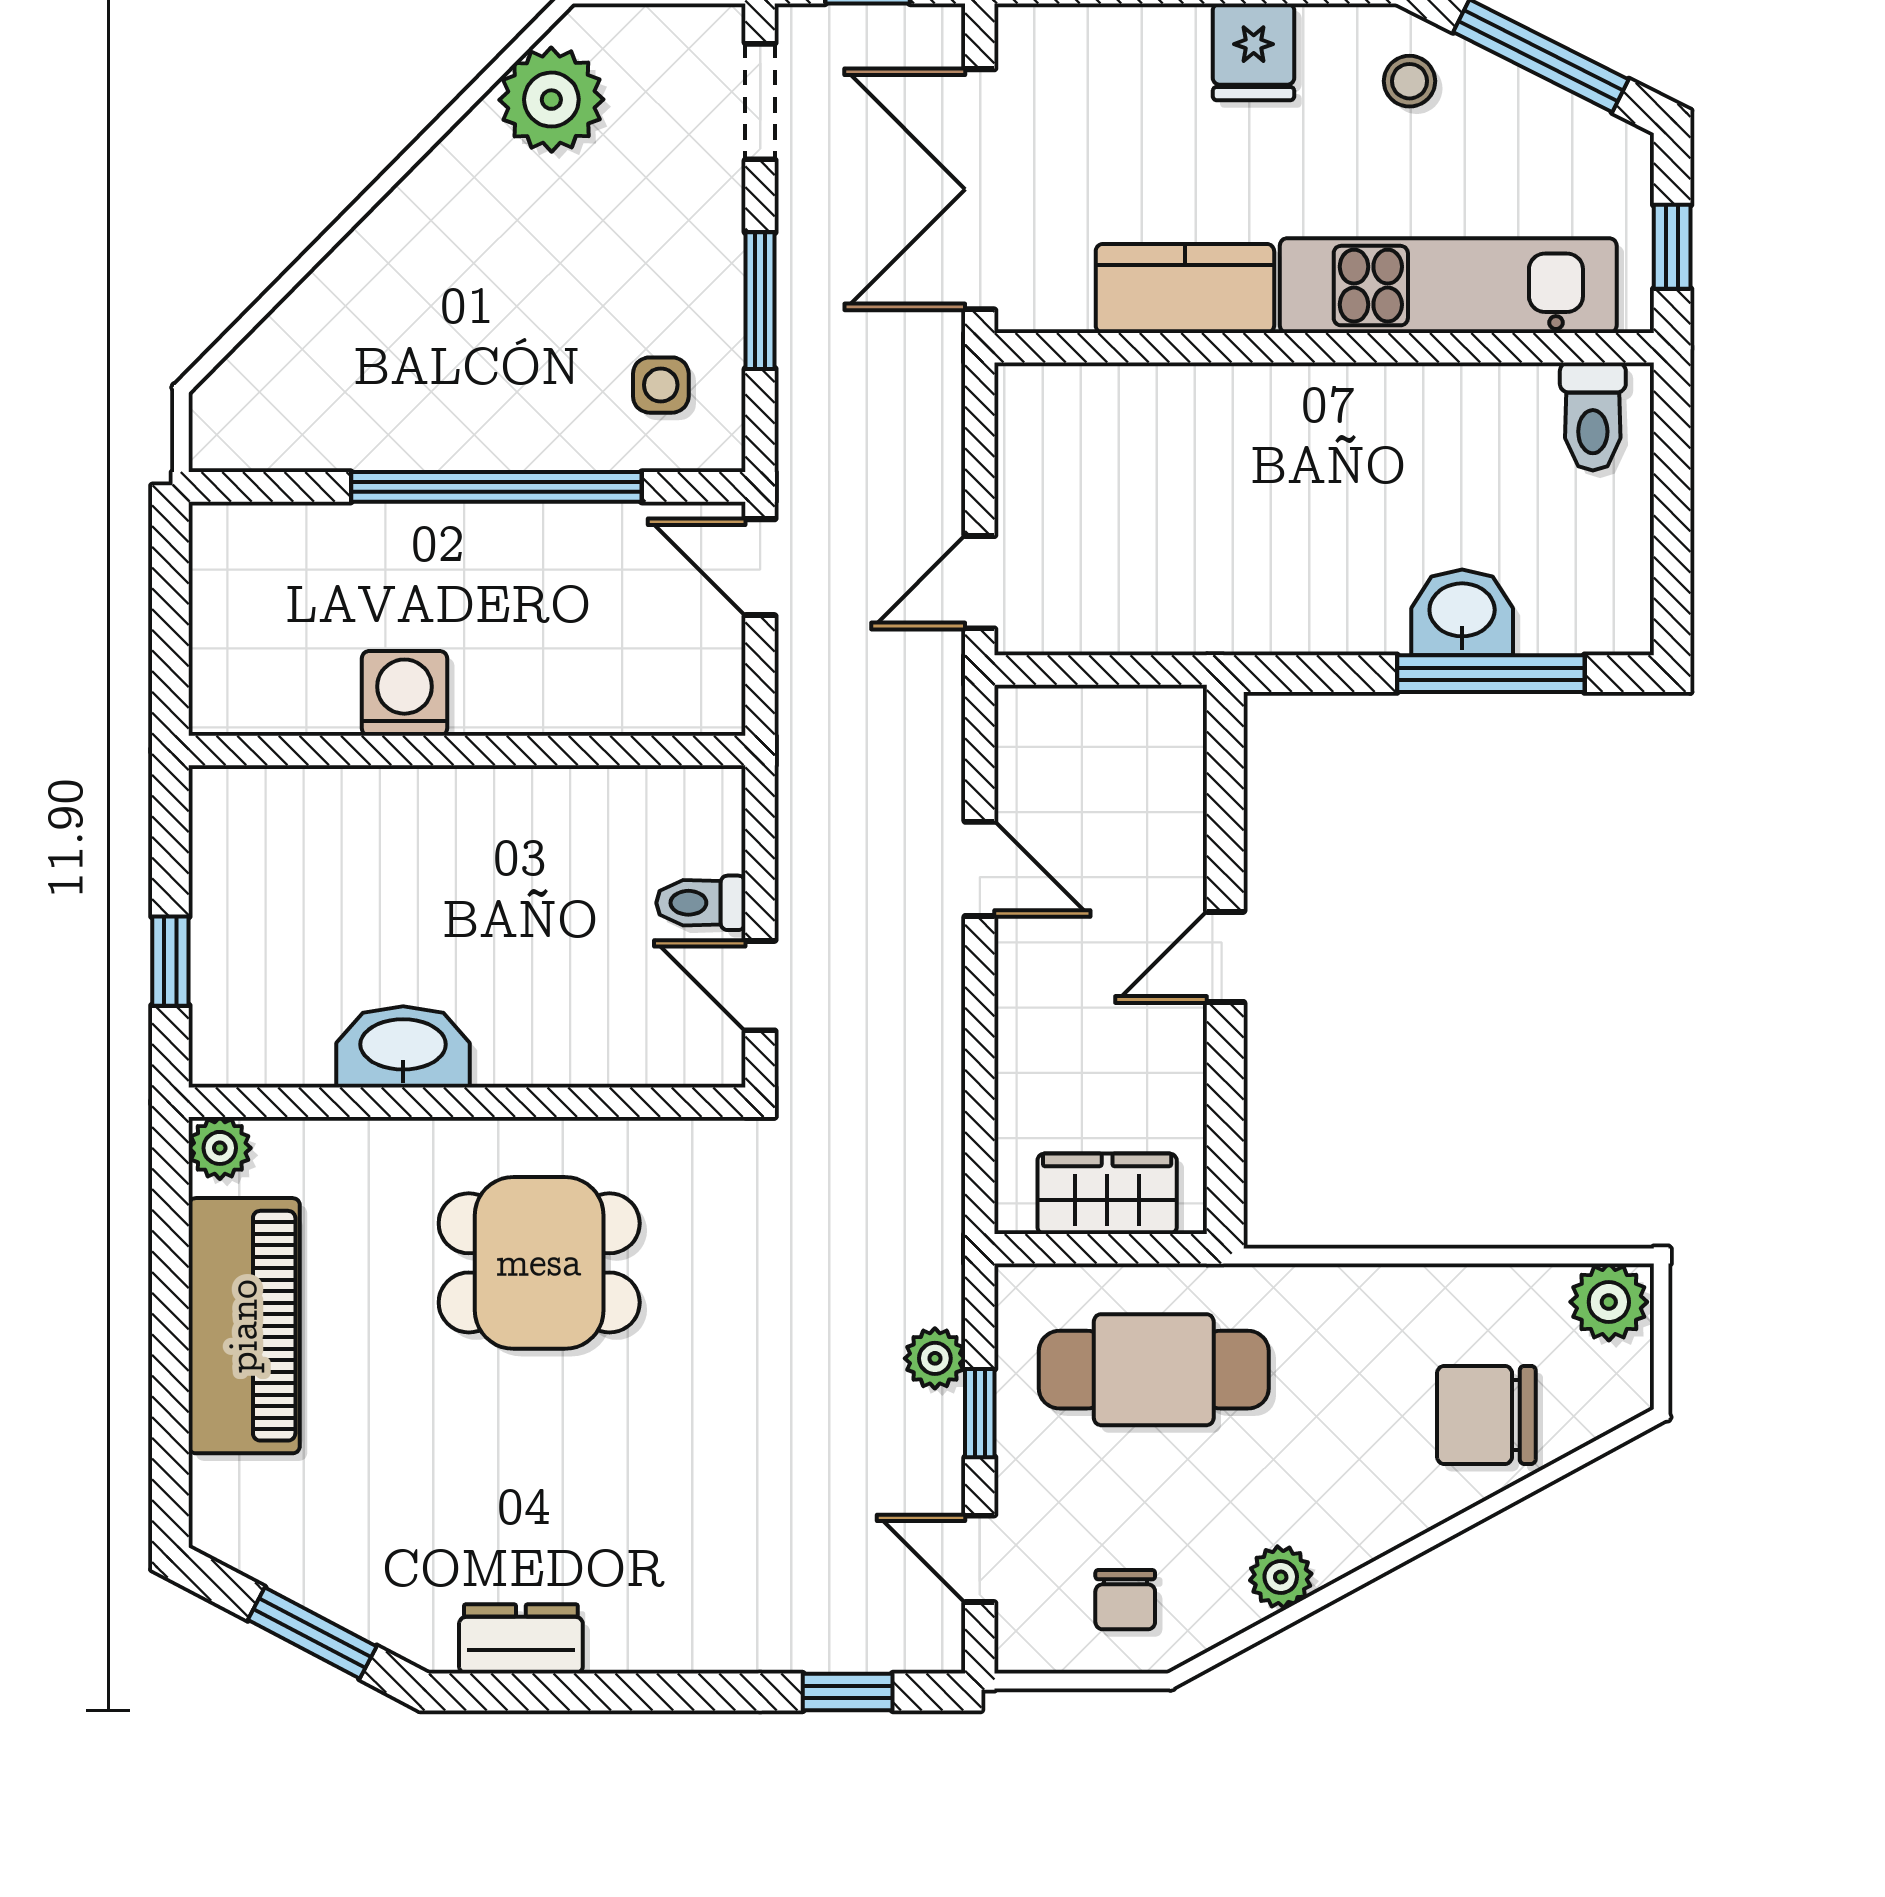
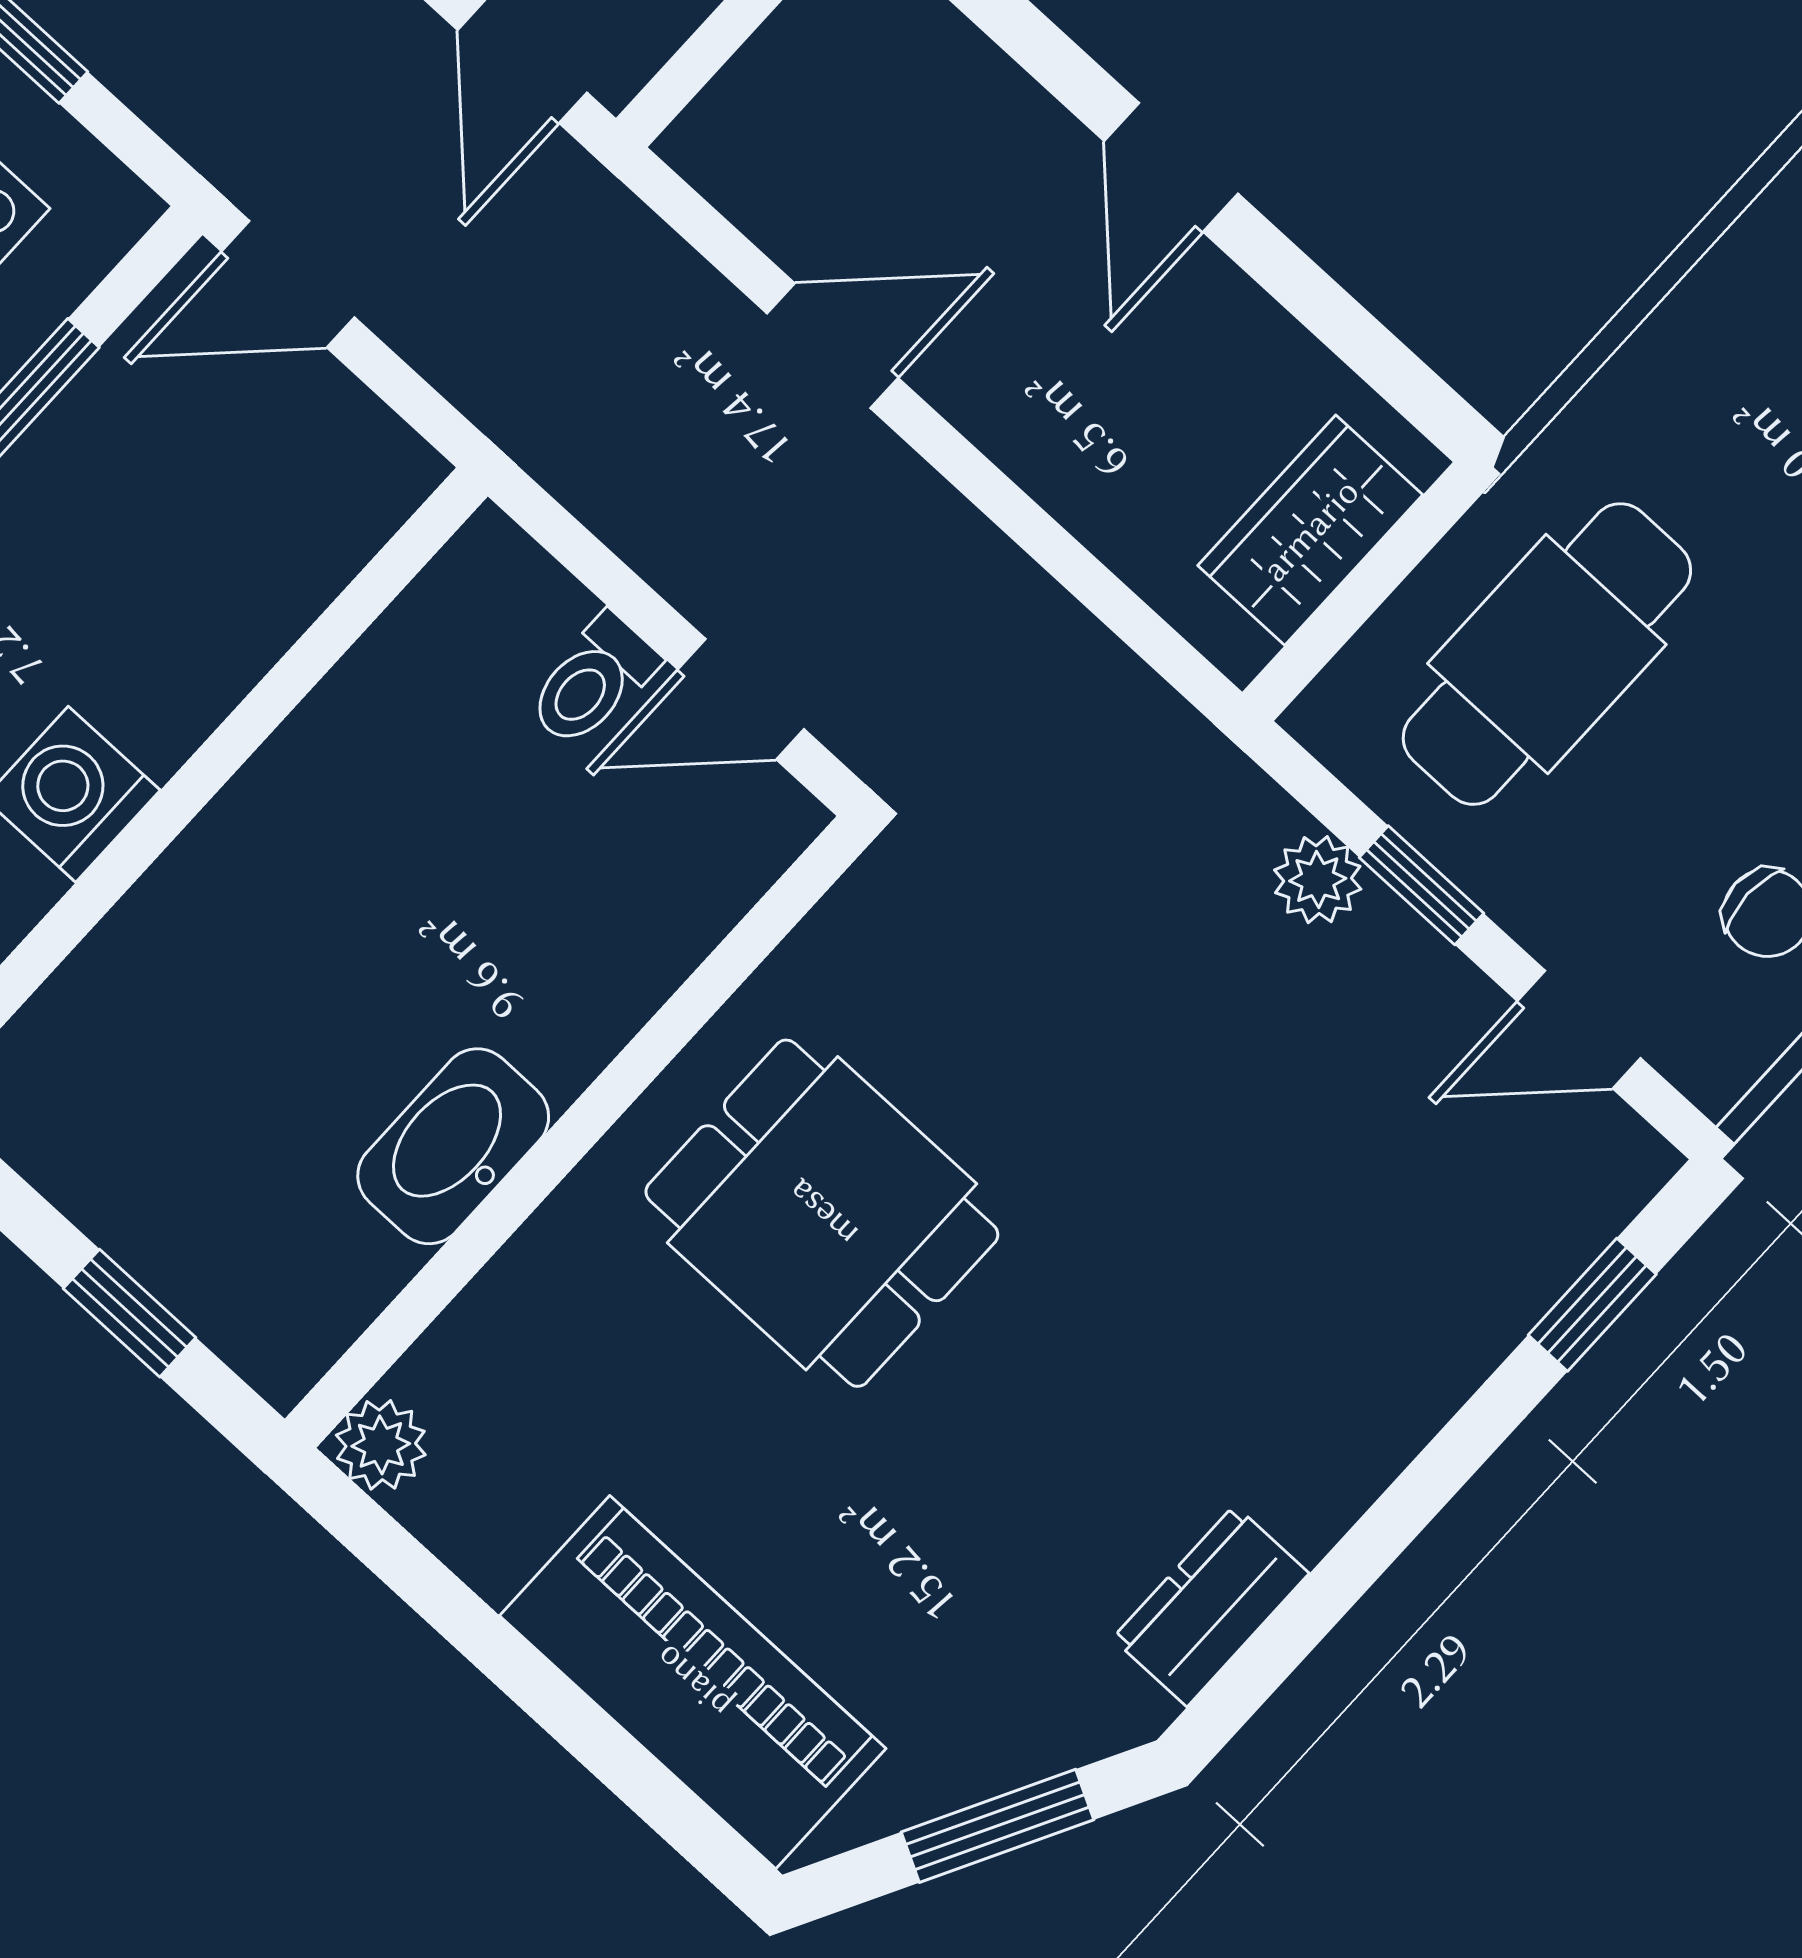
dining table: (539, 1263) -> (822, 1213), turned 90
piano: (244, 1326) -> (693, 1682), moved

